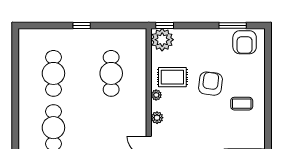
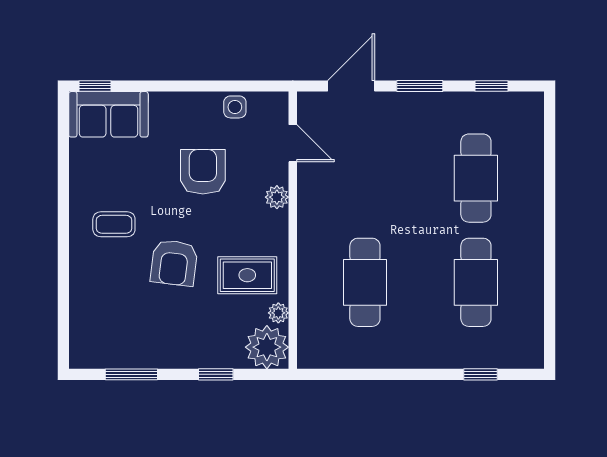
window: (82, 26) -> (480, 374), moved
window: (165, 26) -> (216, 374), moved
armchair: (245, 42) -> (203, 172), moved
plant: (156, 95) -> (278, 313), moved

